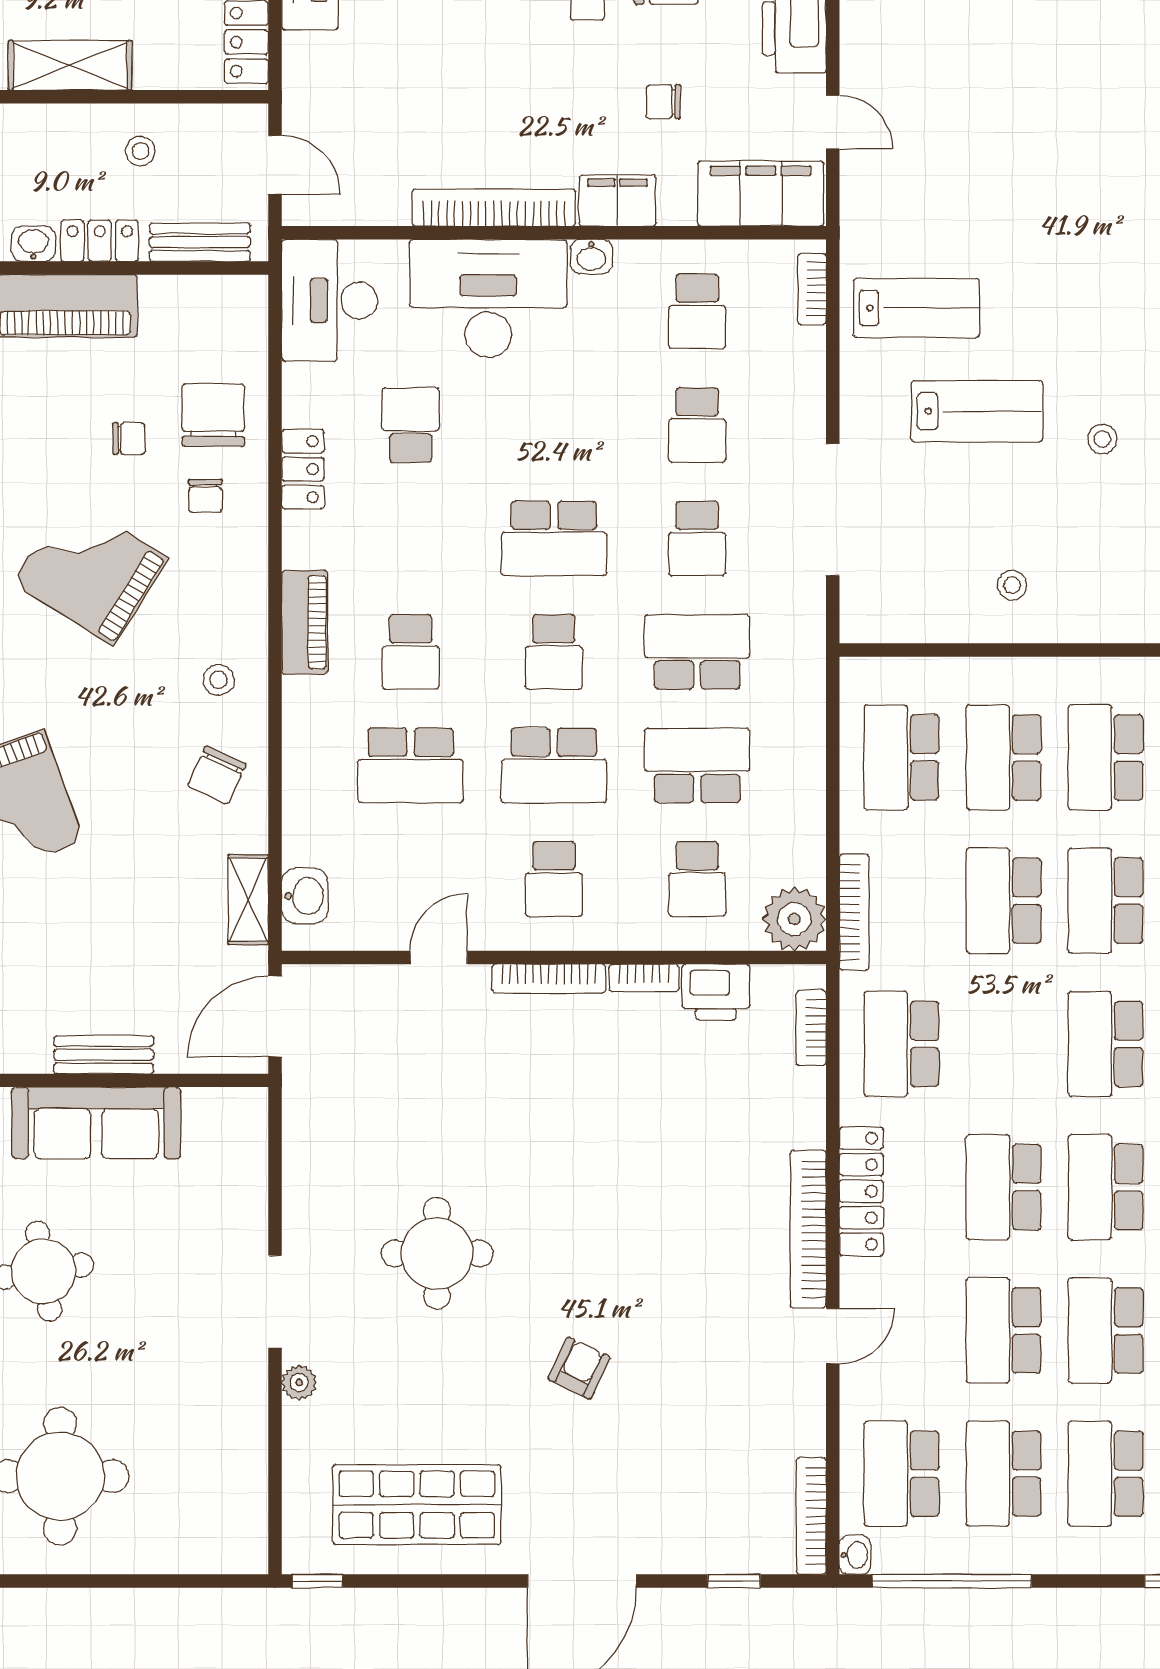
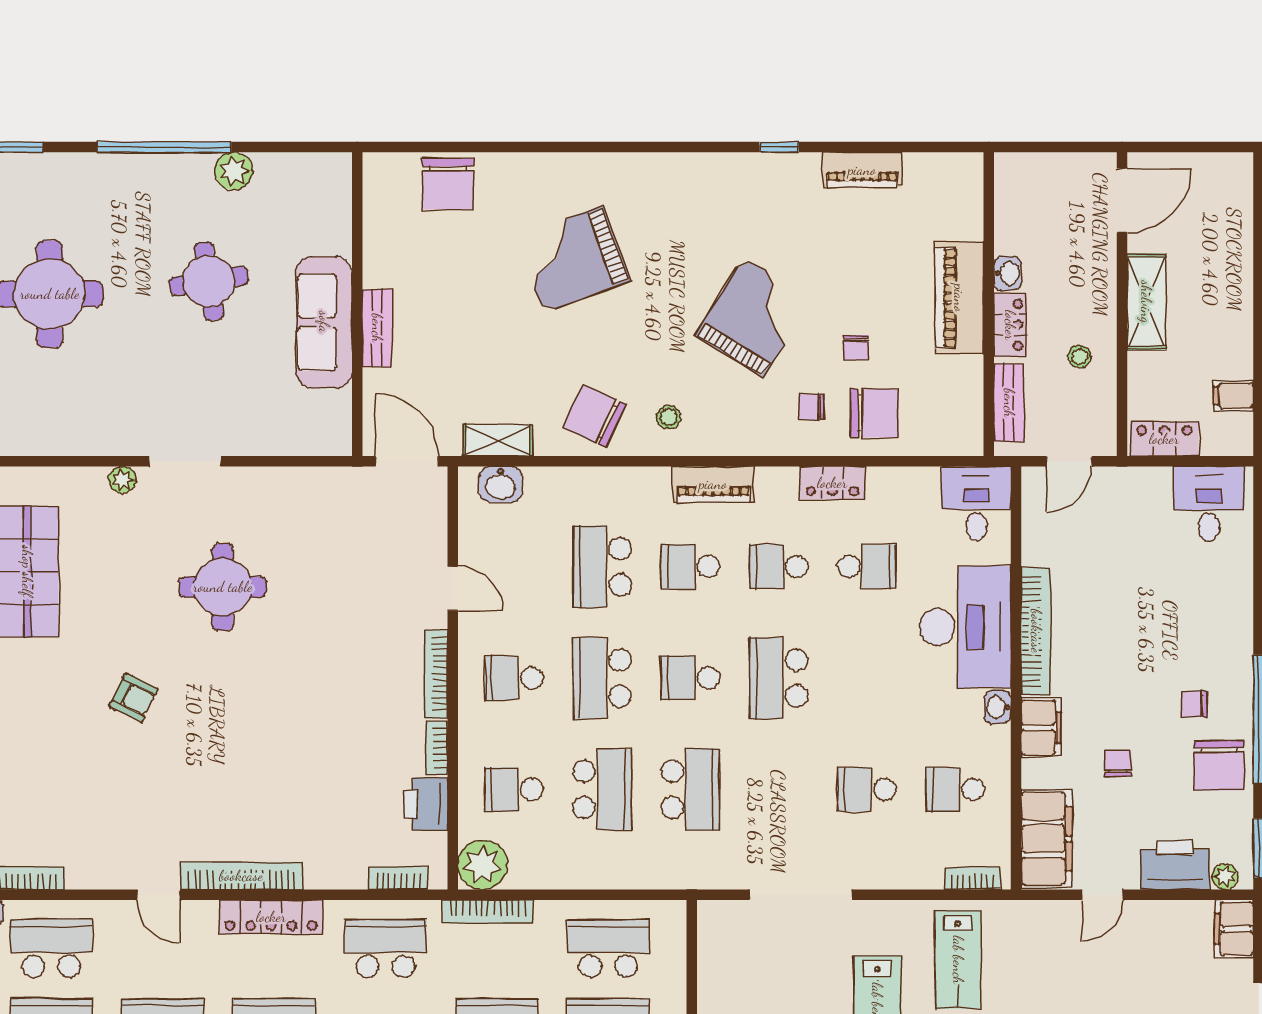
desk: (329, 300) -> (976, 504), width x0.73
school desk: (697, 538) -> (779, 567), moved
chair: (217, 775) -> (595, 416), width x1.37, depth x1.37

